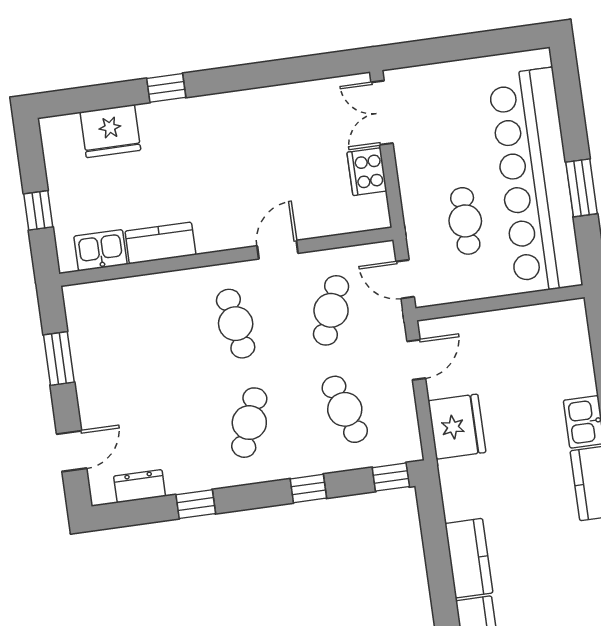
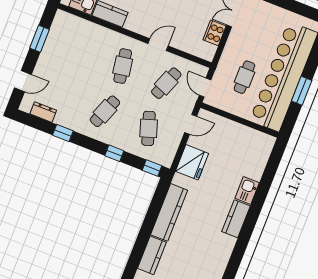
kitchen counter: (469, 558) -> (169, 212), width x1.50

